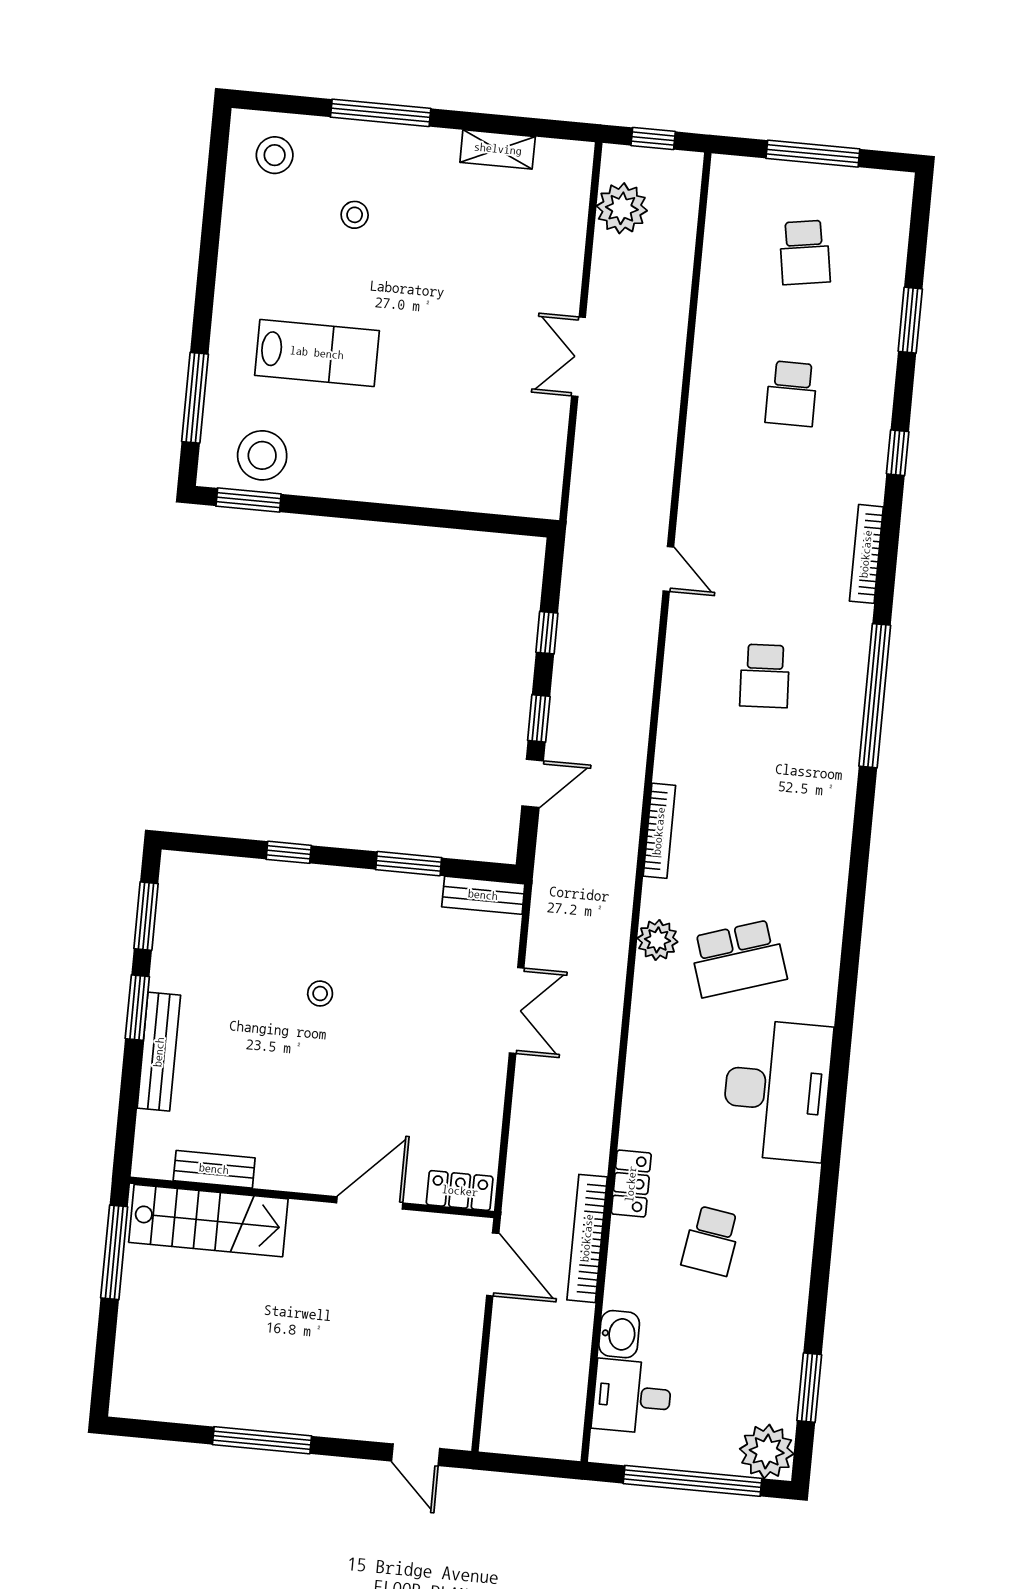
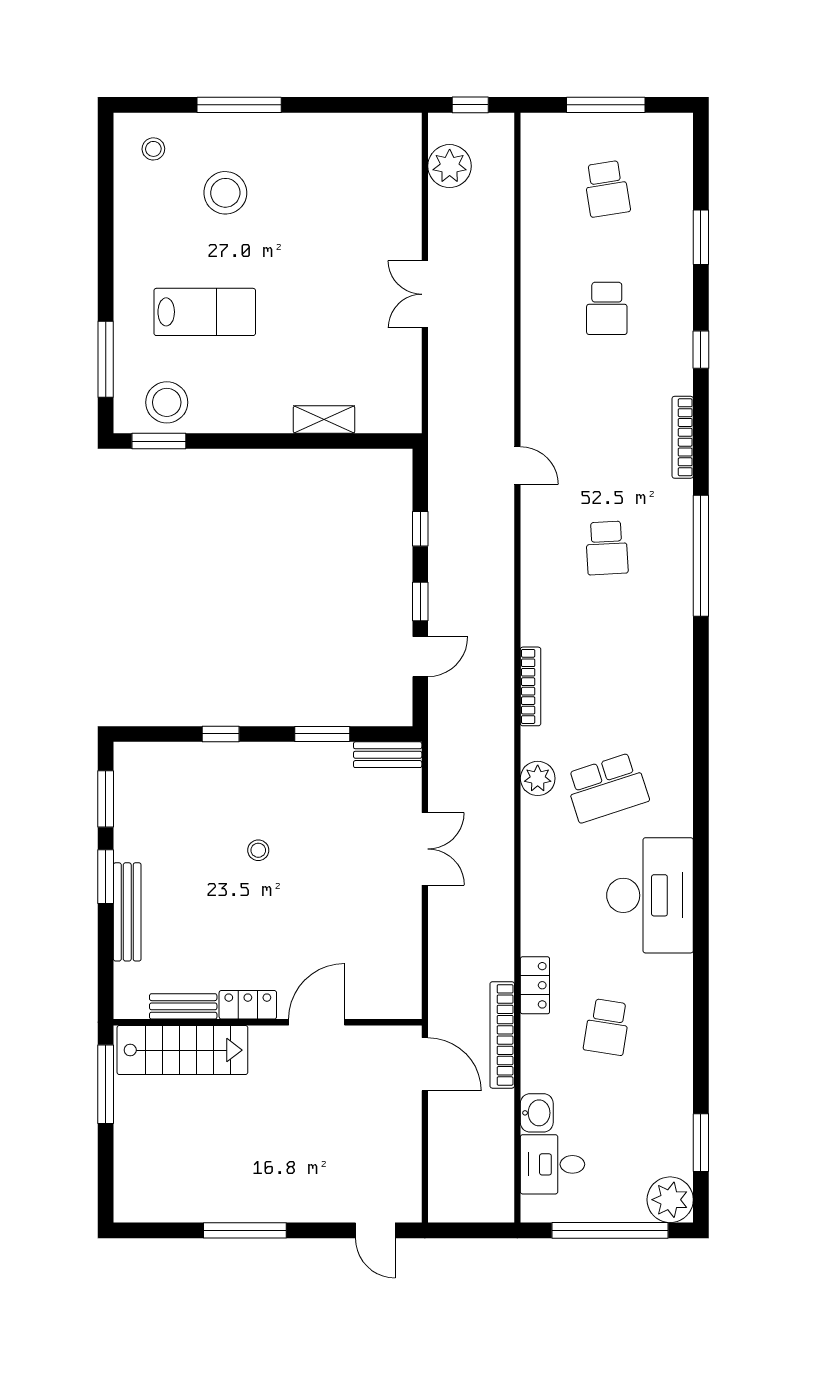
shelving: (498, 149) -> (324, 420), moved
stool: (275, 155) -> (153, 149), width x0.73, depth x0.73
stool: (355, 215) -> (225, 193), width x1.89, depth x1.89
locker: (460, 1191) -> (248, 1005), moved

